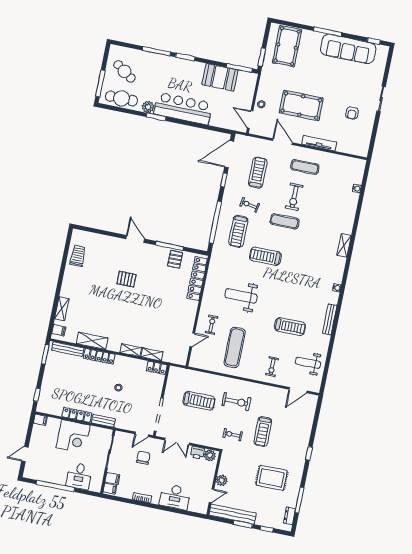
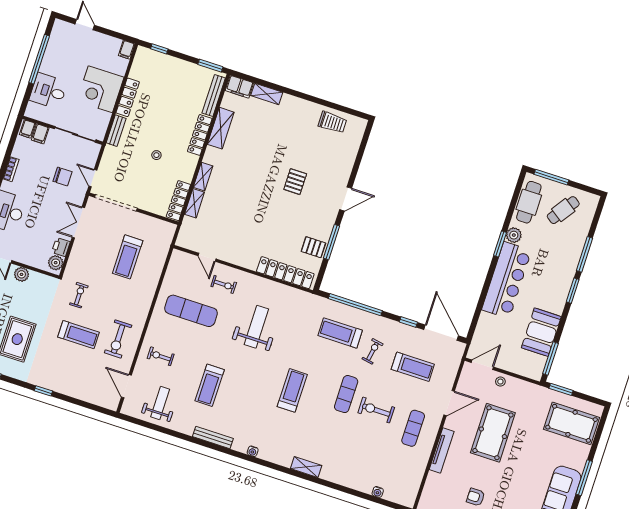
treadmill: (265, 256) -> (292, 390), moved
filing cabinet: (59, 330) -> (239, 87), width x2.00
locker: (157, 368) -> (178, 201), width x1.53
exercise bike: (236, 402) -> (118, 339), moved
treadmill: (263, 431) -> (78, 335), turned 180

